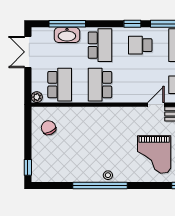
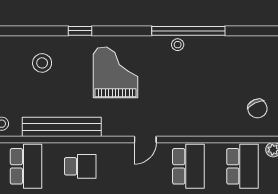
school desk: (60, 85) -> (242, 166), turned 180
door: (156, 105) -> (145, 139), moved

